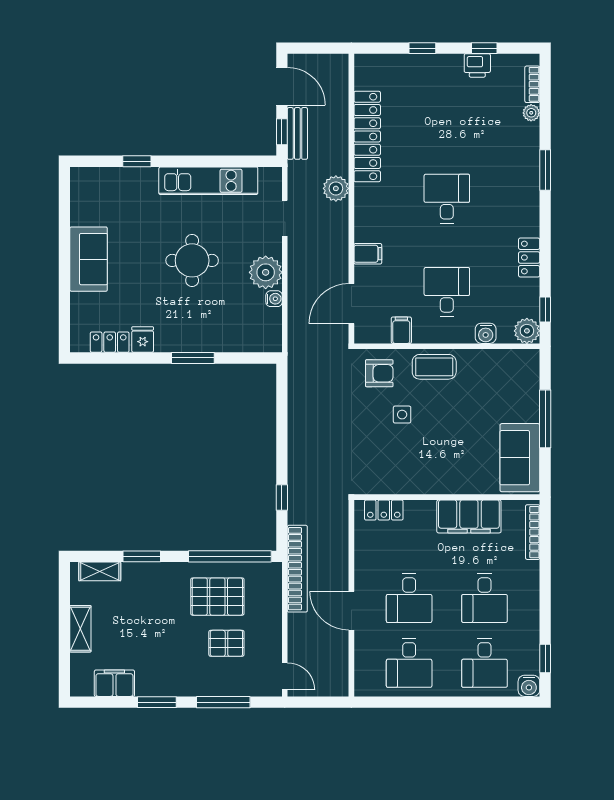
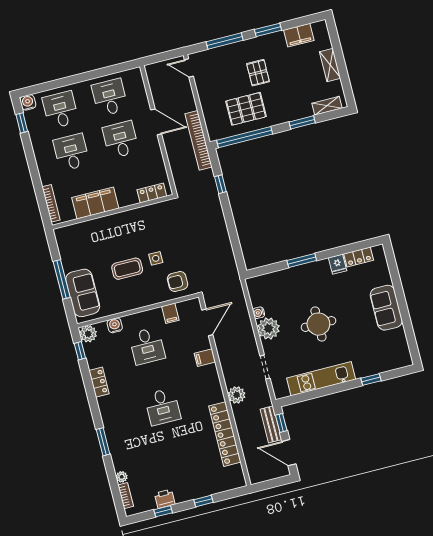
coffee table: (434, 367) -> (127, 269), moved
sofa: (520, 458) -> (83, 293), moved
pallet: (226, 643) -> (258, 73), moved, turned 90

